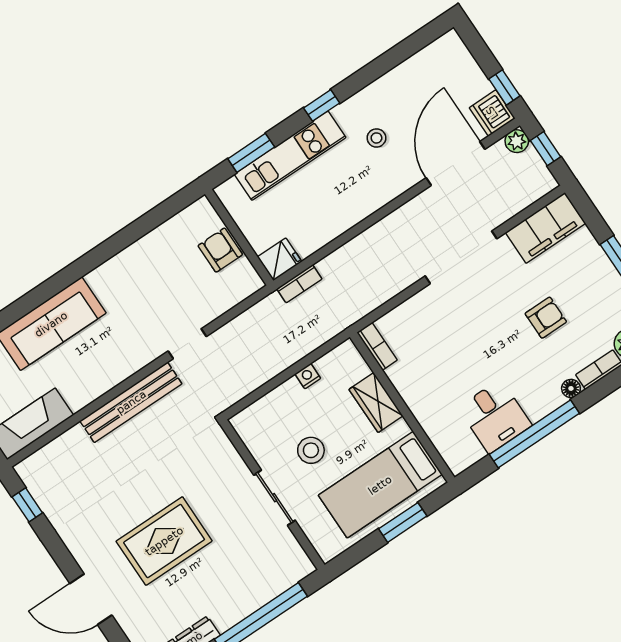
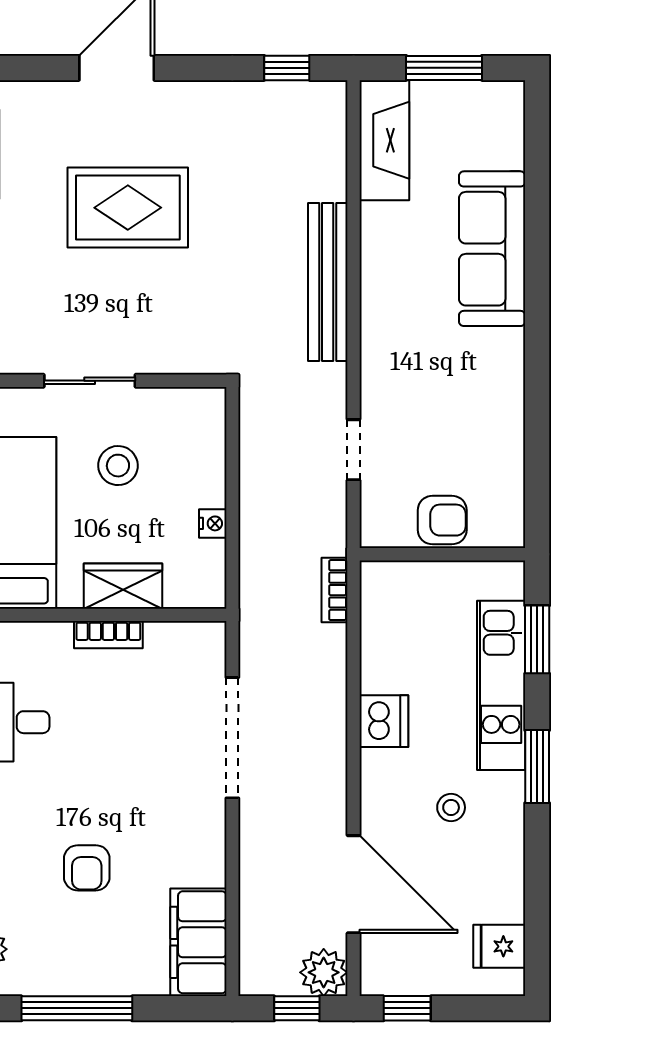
window: (322, 105) -> (537, 767), width x1.50
dishwasher: (492, 113) -> (384, 721), moved, turned 90
plant: (517, 141) -> (324, 972), width x1.38, depth x1.38
doorway: (461, 257) -> (232, 738), moved
fridge: (280, 259) -> (499, 946), moved, turned 90
doorway: (187, 344) -> (353, 450), moved
bookcase: (377, 346) -> (108, 635), moved
rug: (164, 541) -> (128, 208), turned 90

